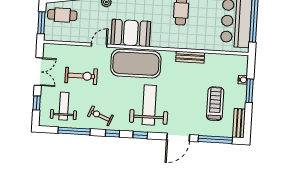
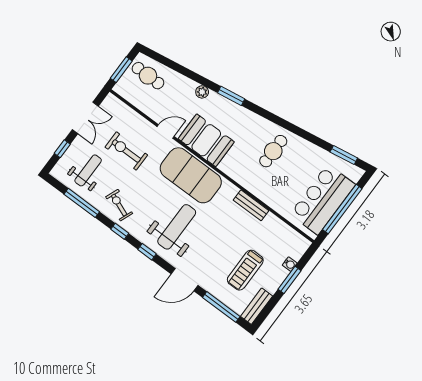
exercise bike: (81, 76) -> (126, 151), turned 180
treadmill: (215, 104) -> (245, 270), turned 180

